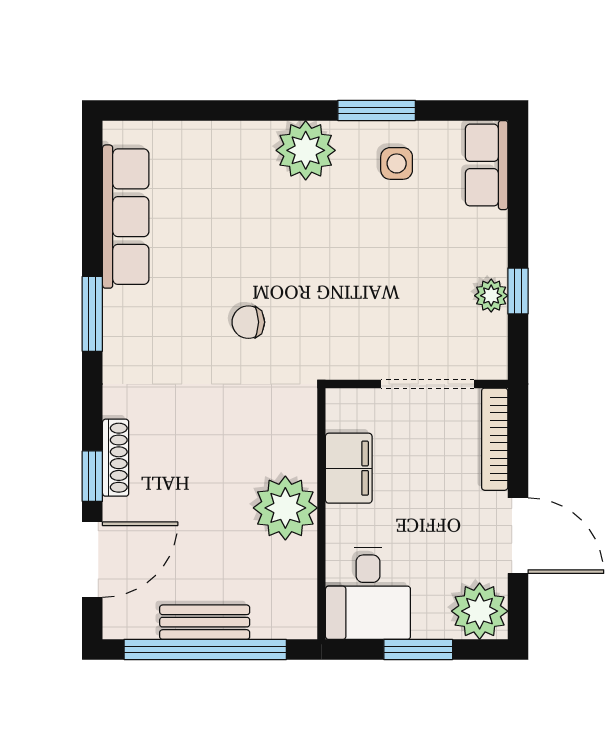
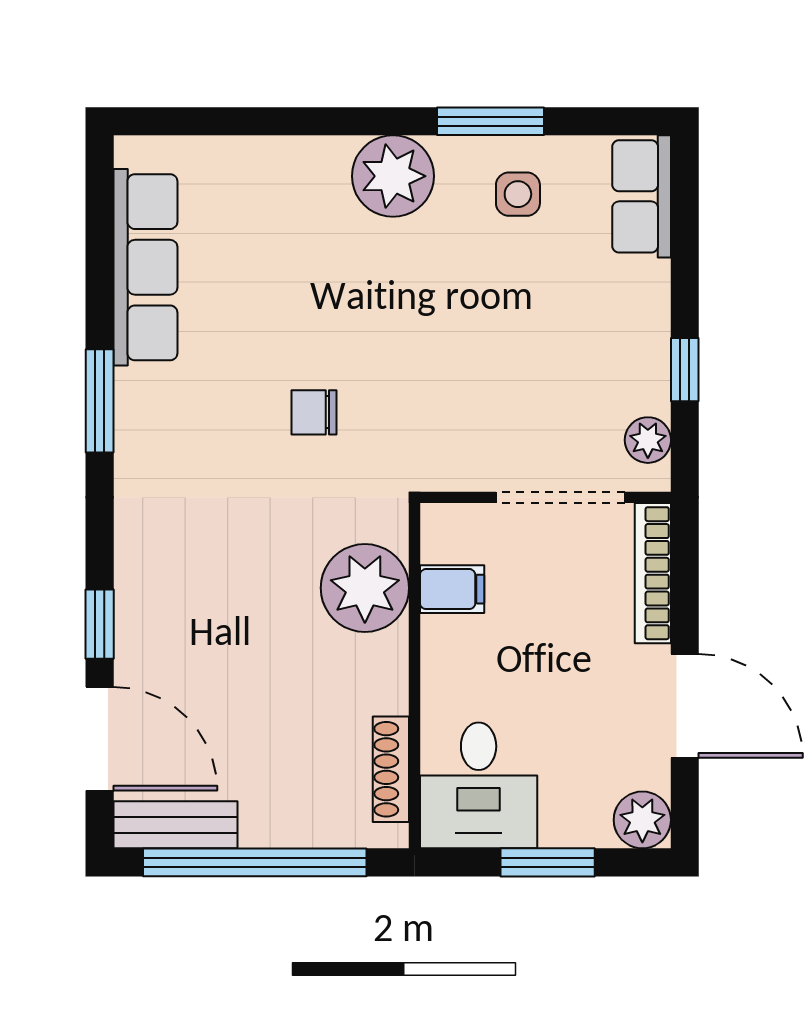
plant: (491, 296) -> (648, 440), moved
shoe rack: (116, 458) -> (391, 769), moved, turned 180
filing cabinet: (349, 468) -> (452, 589), width x0.50
plant: (285, 508) -> (365, 588), moved
door: (92, 560) -> (100, 739), hinge flipped
plant: (480, 611) -> (642, 820), width x0.73, depth x0.73
bench: (205, 622) -> (175, 825), moved

